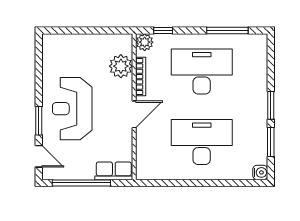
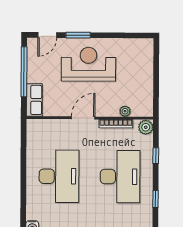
window: (163, 30) -> (156, 156), moved
window: (227, 30) -> (156, 199), width x0.46
plant: (121, 66) -> (125, 111), width x0.53, depth x0.53
door: (134, 114) -> (83, 118), swing flipped

